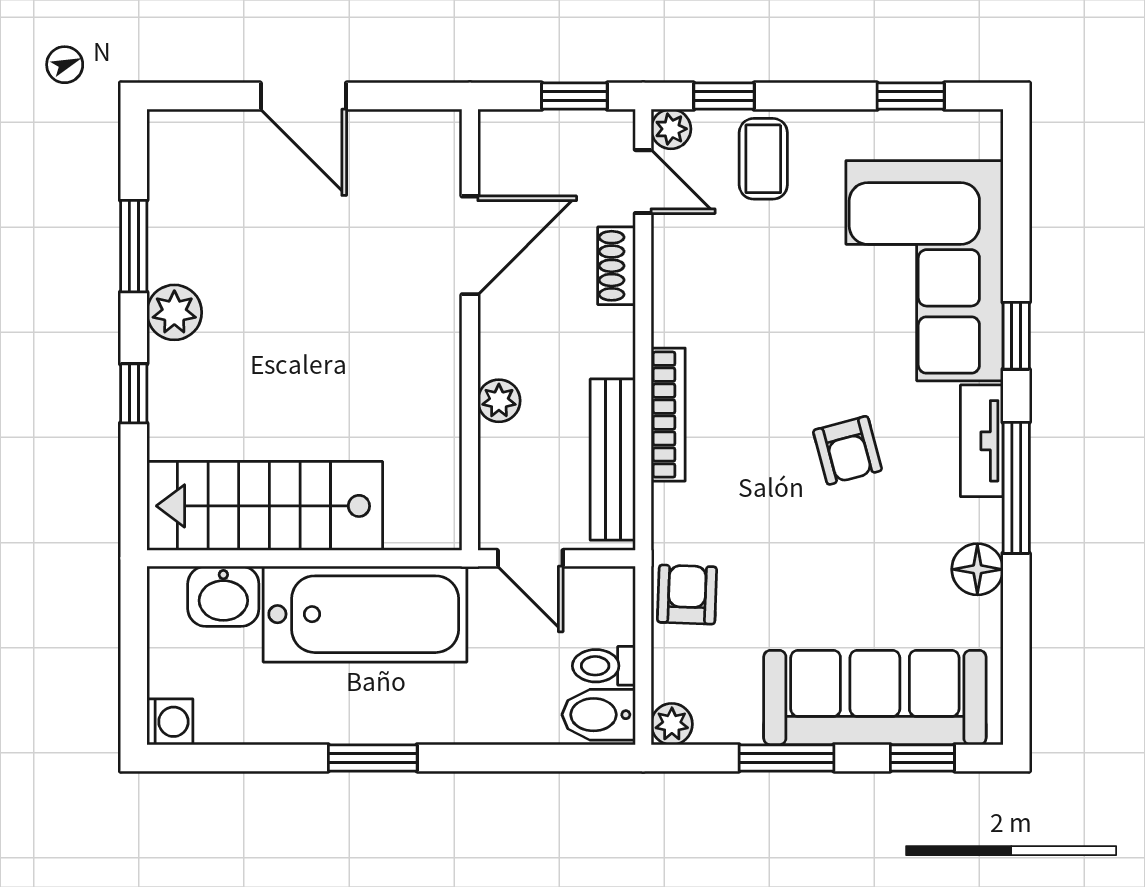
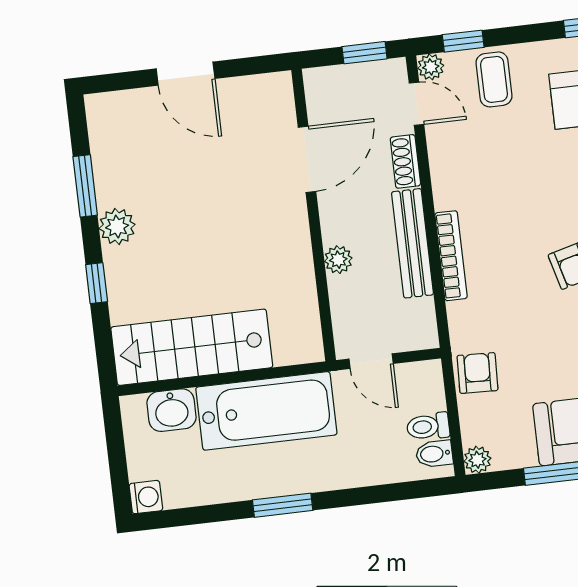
bench: (613, 460) -> (413, 243), moved
bidet: (599, 715) -> (434, 454), width x0.72, depth x0.74

